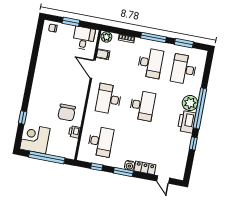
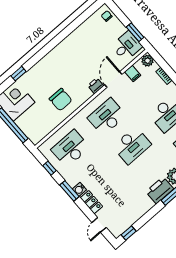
window: (71, 22) -> (135, 32), moved
chair: (67, 112) -> (61, 100), turned -90
printer: (74, 132) -> (96, 86), moved
desk: (101, 142) -> (70, 148), turned 180
window: (193, 143) -> (129, 233), moved

